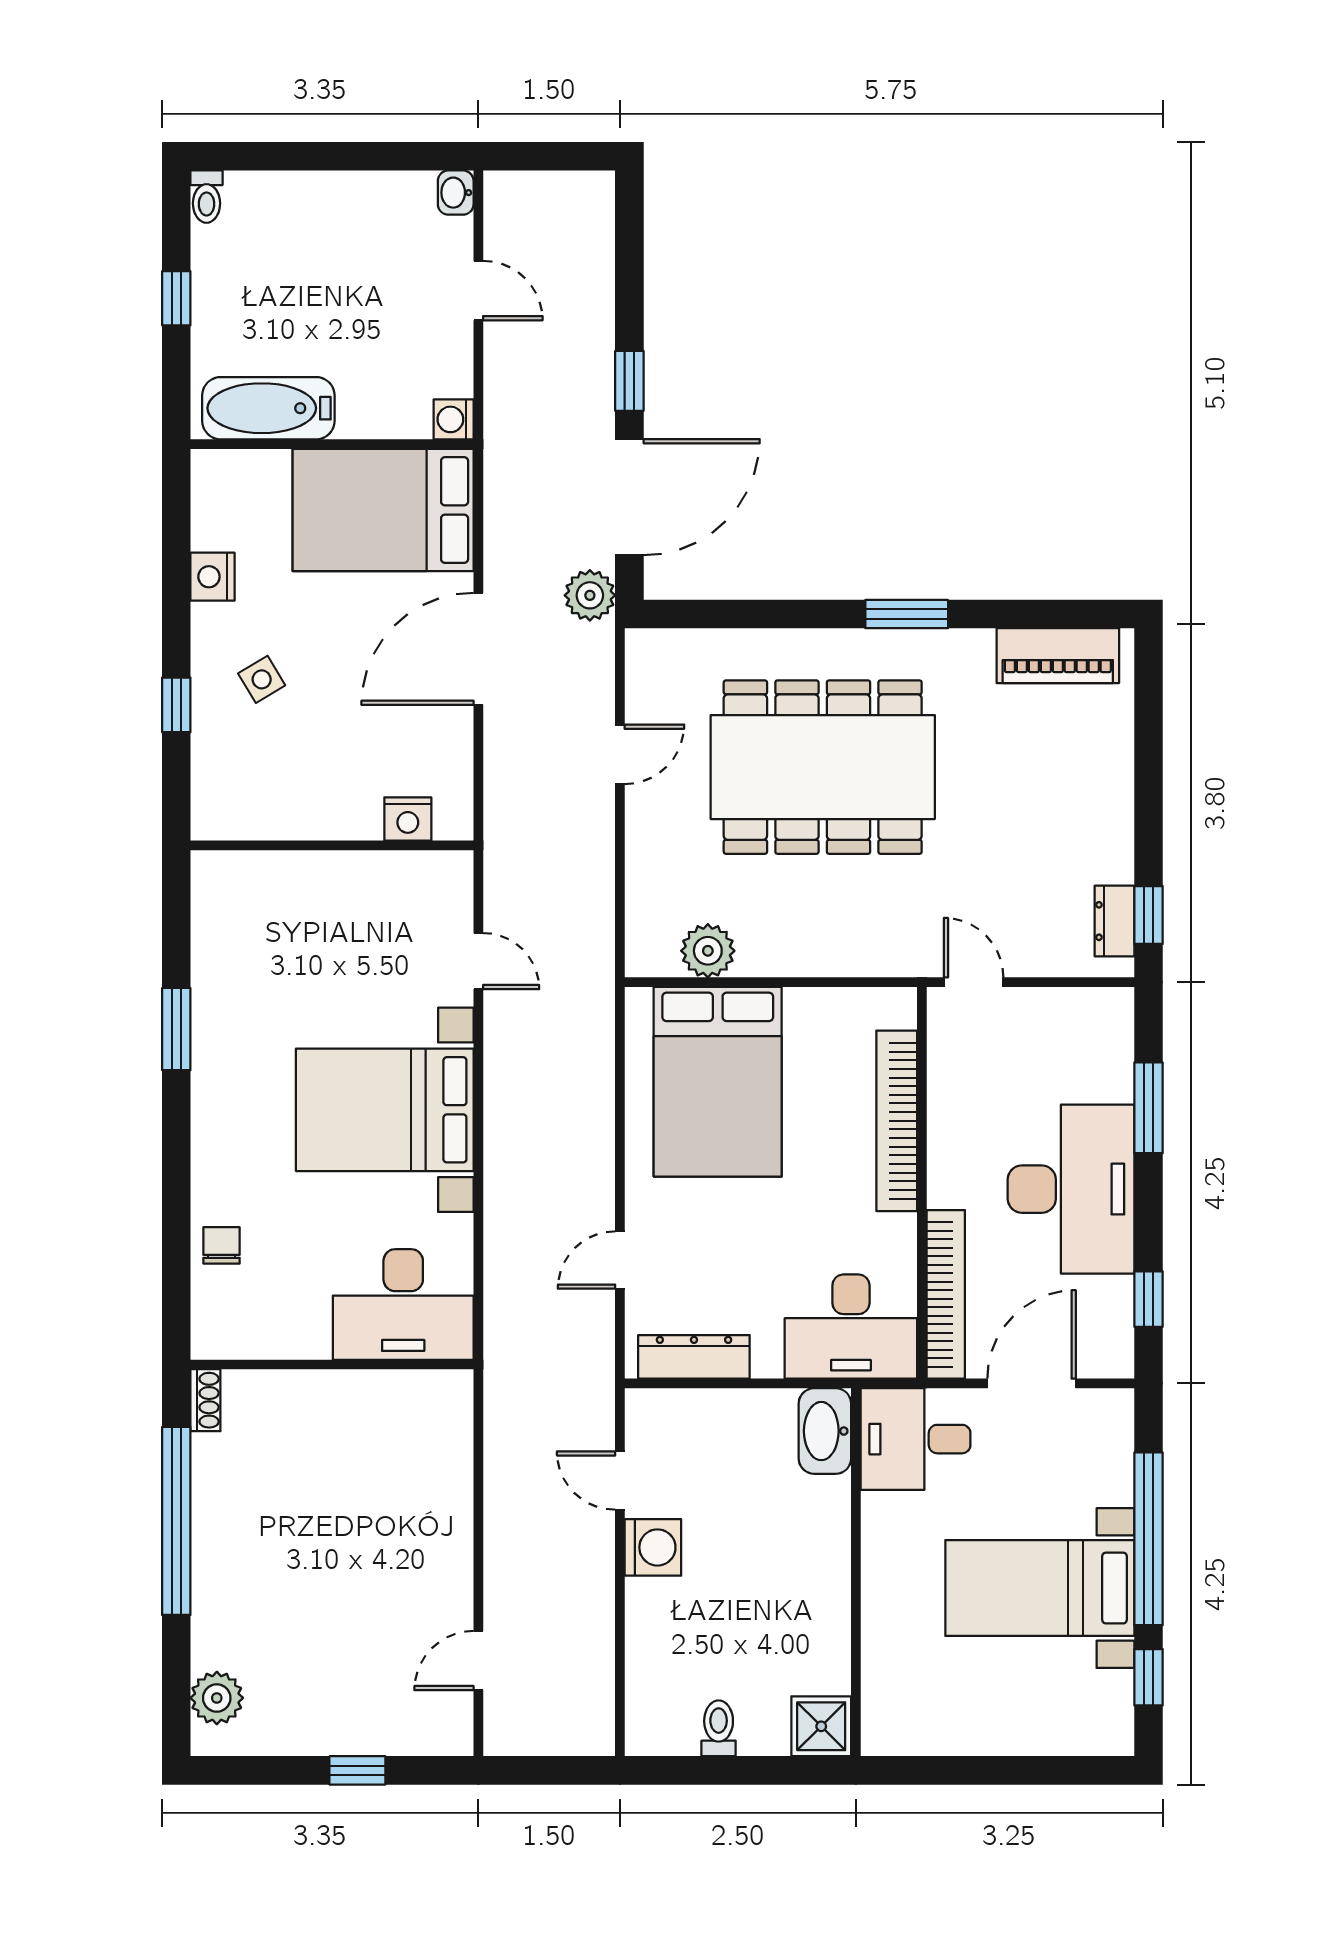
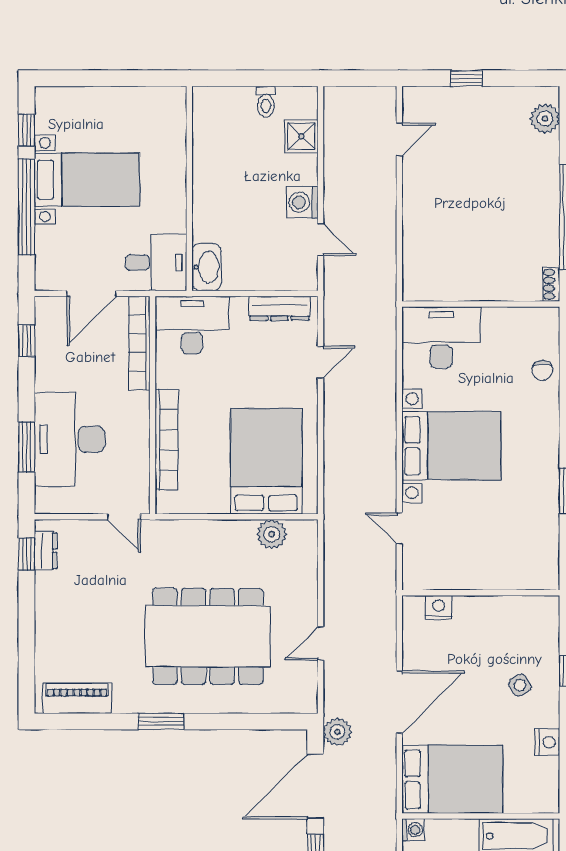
desk: (1071, 1189) -> (70, 439), moved
shower: (821, 1726) -> (301, 136), moved

